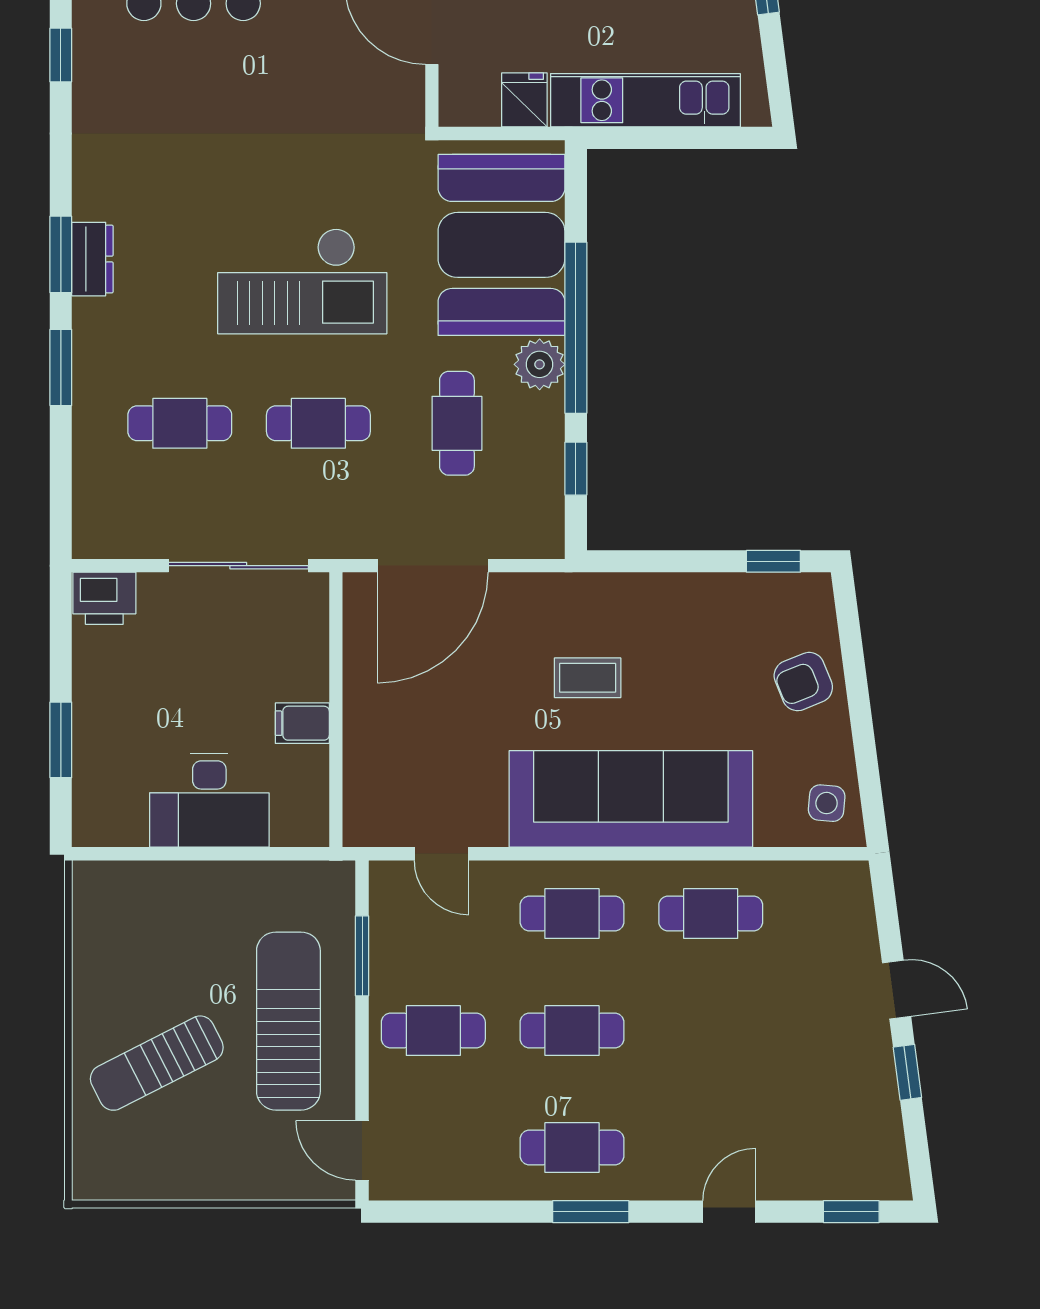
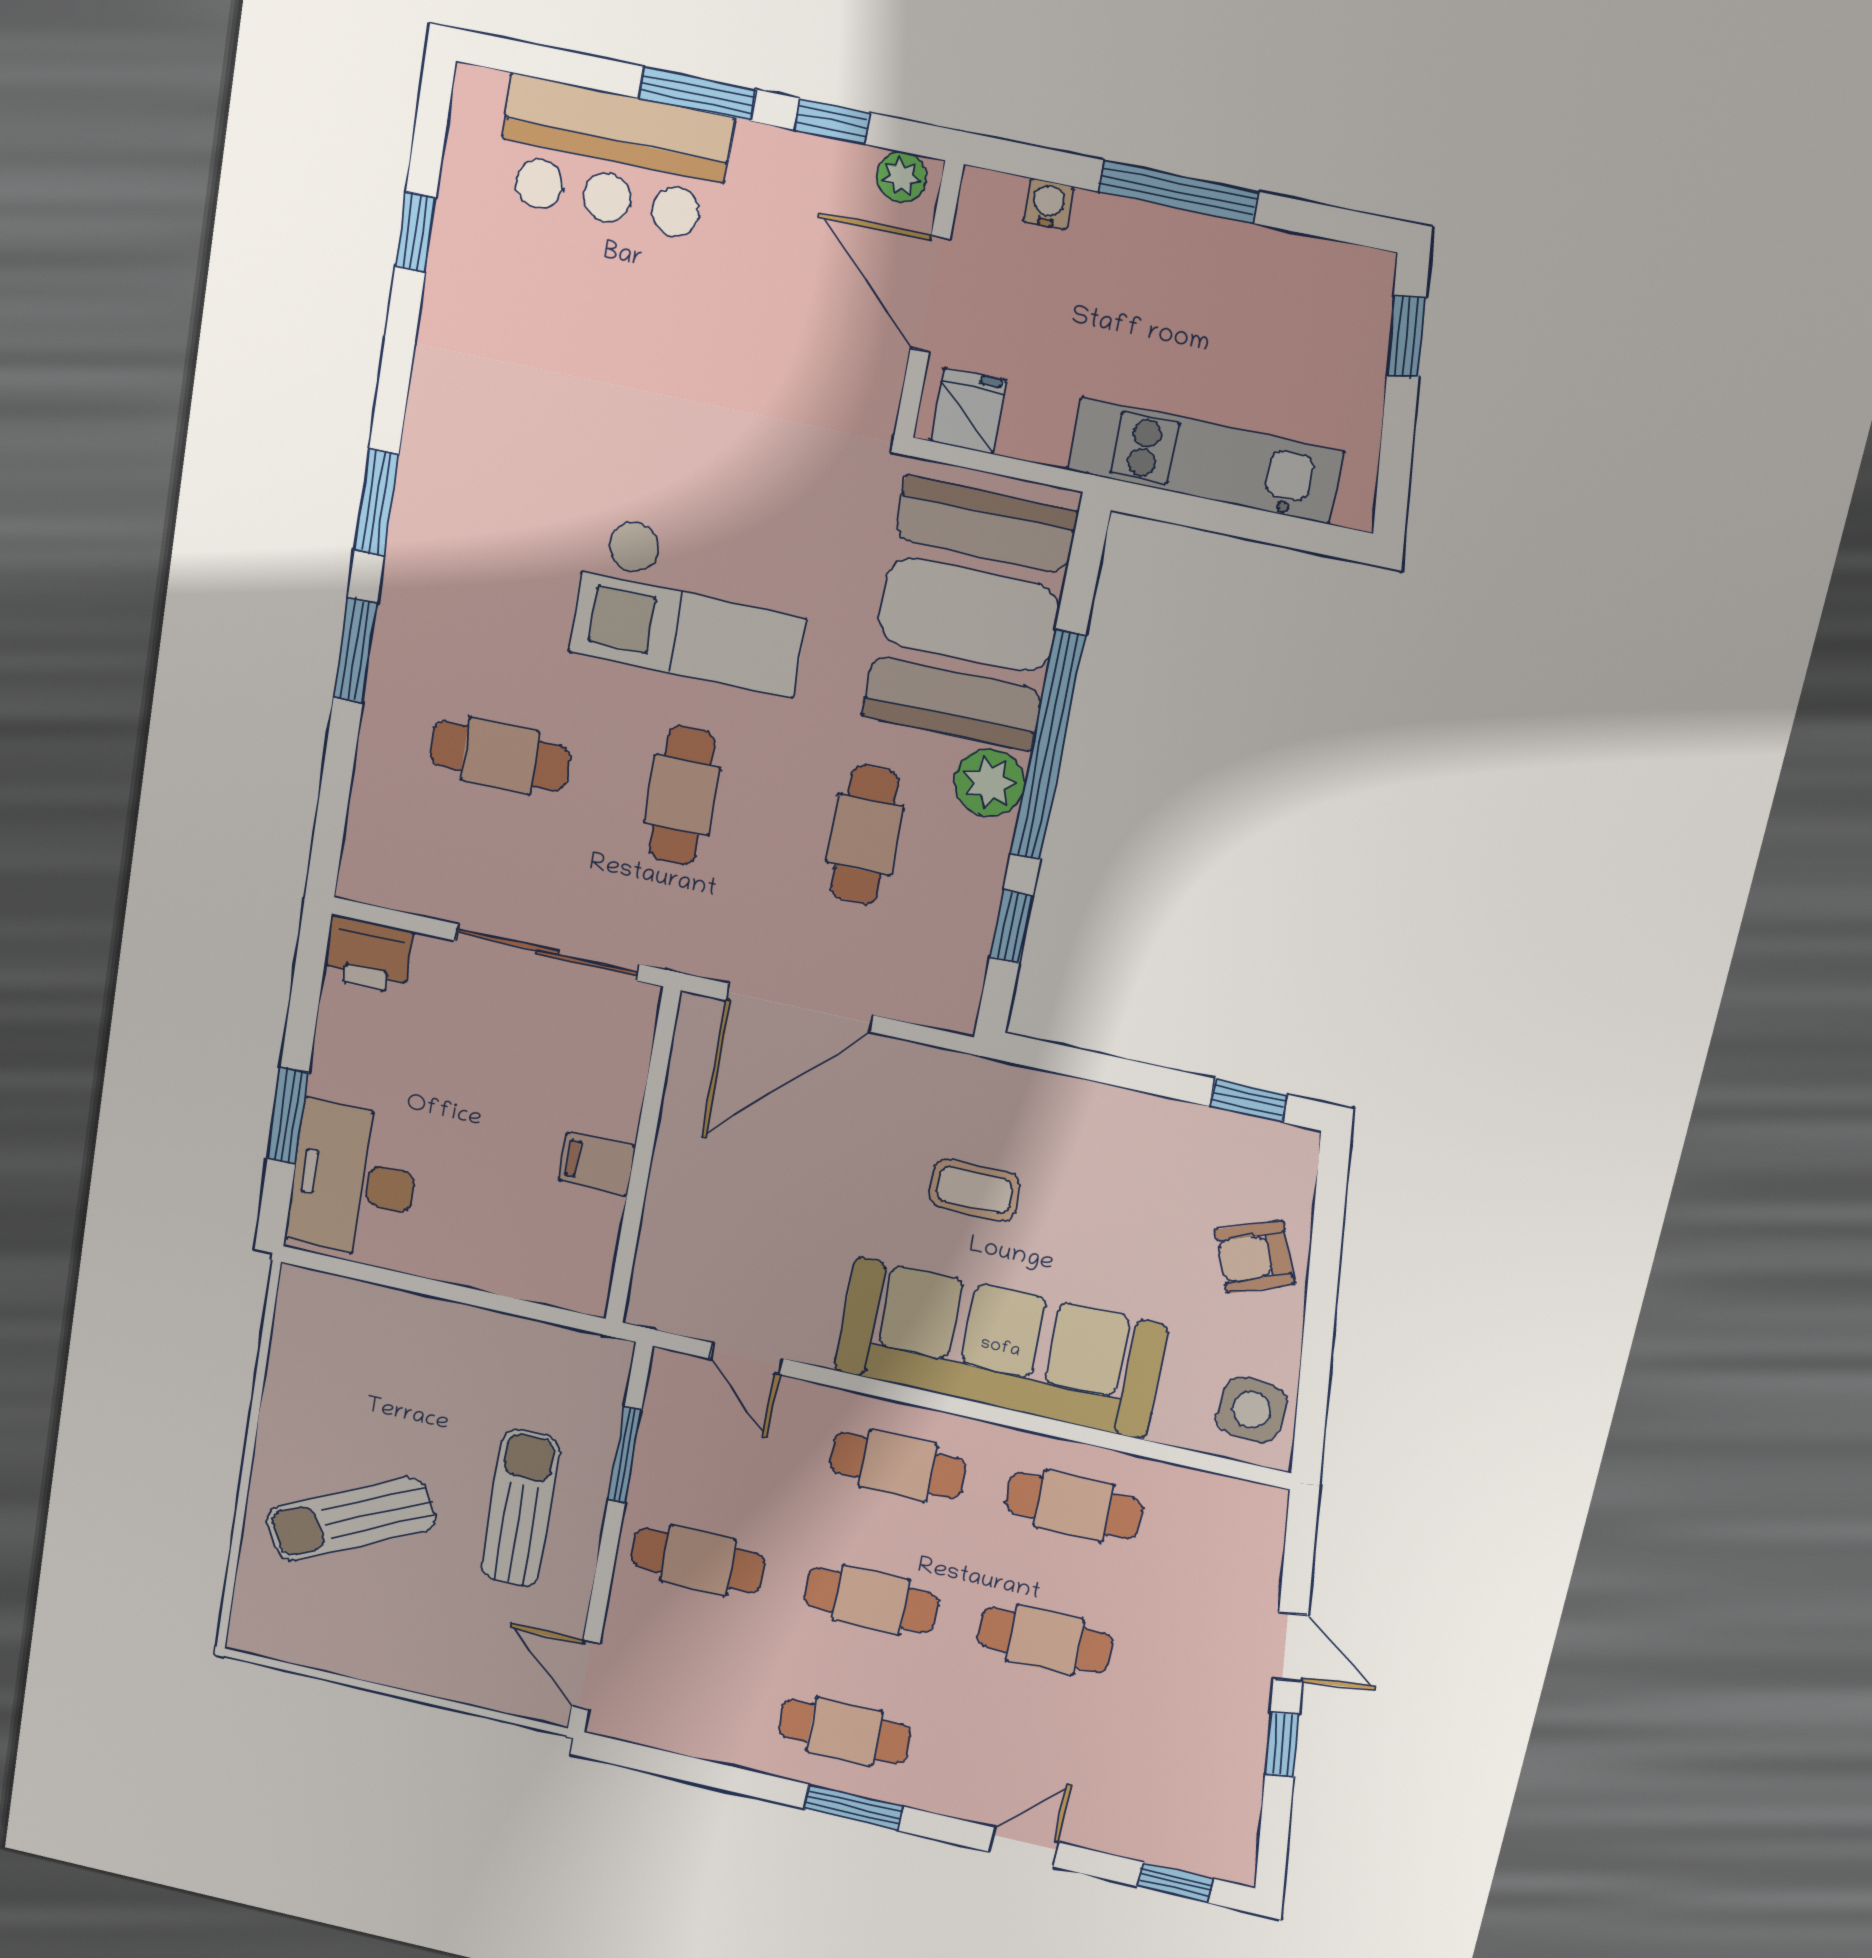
fridge: (524, 100) -> (968, 411), moved
dresser: (92, 259) -> (417, 517), removed
cafe table: (318, 423) -> (682, 795), turned 90
desk: (209, 800) -> (354, 1181), moved, turned 90
side table: (827, 803) -> (1252, 1410), width x1.37, depth x1.37
sun lounger: (288, 1021) -> (520, 1509), width x0.73, depth x0.75
cafe table: (711, 1031) -> (1045, 1640), added

